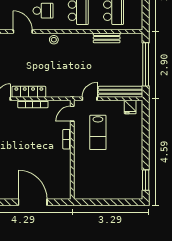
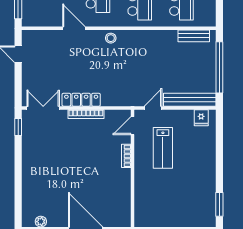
bench: (107, 38) -> (194, 36), moved

